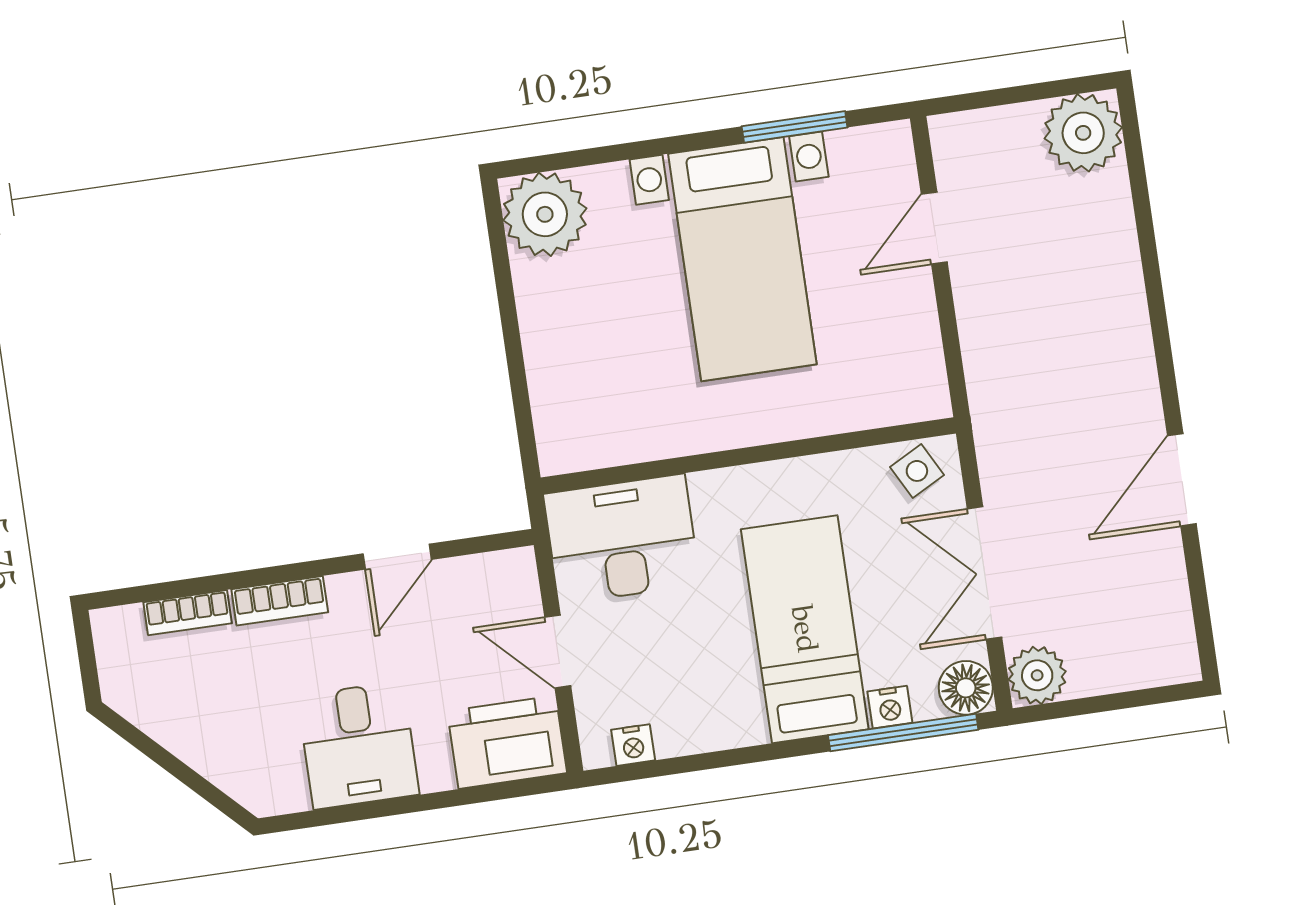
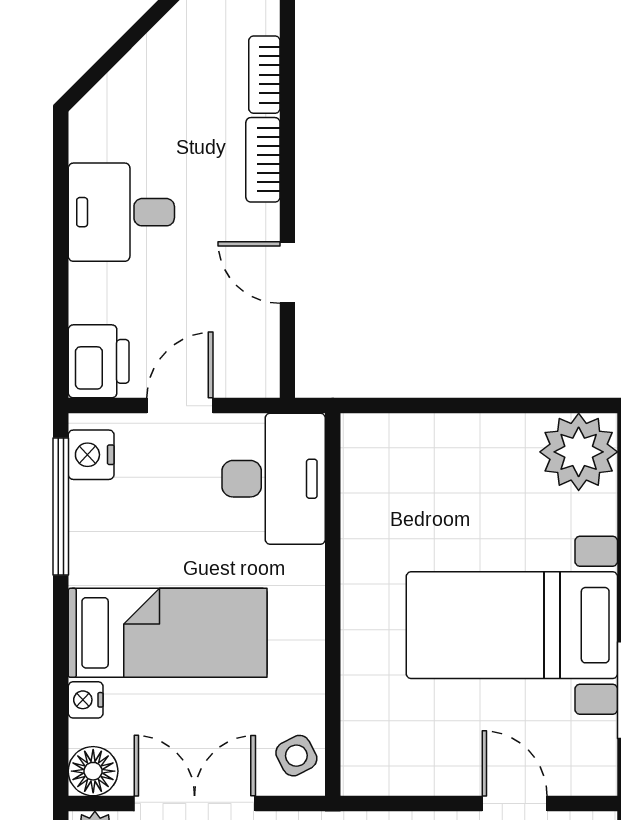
window: (903, 733) -> (61, 507), moved
printer: (507, 742) -> (99, 361), width x0.73, depth x0.84
nightstand: (633, 745) -> (91, 455), width x1.39, depth x1.35

